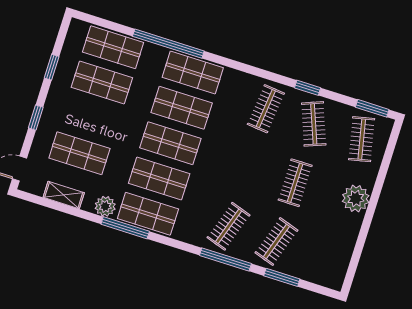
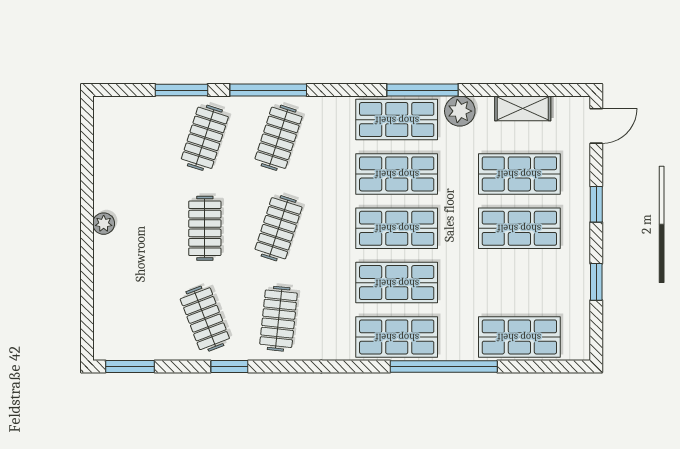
shop shelf: (102, 83) -> (519, 228), moved
clothes rail: (362, 139) -> (279, 228), moved, turned 30
plant: (356, 199) -> (104, 224), width x0.53, depth x0.53

